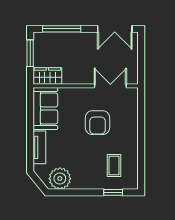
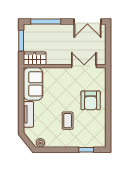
armchair: (98, 123) -> (91, 100), moved
coffee table: (114, 166) -> (68, 121), moved
plant: (60, 179) -> (40, 143), width x0.53, depth x0.53

